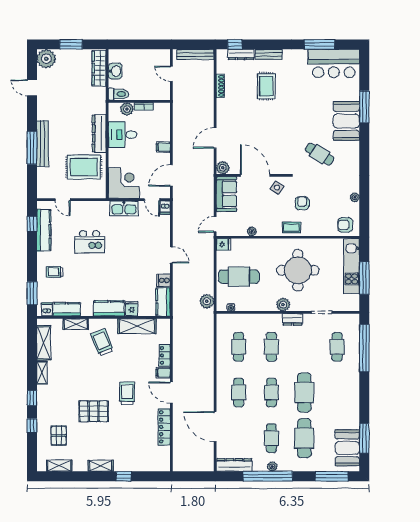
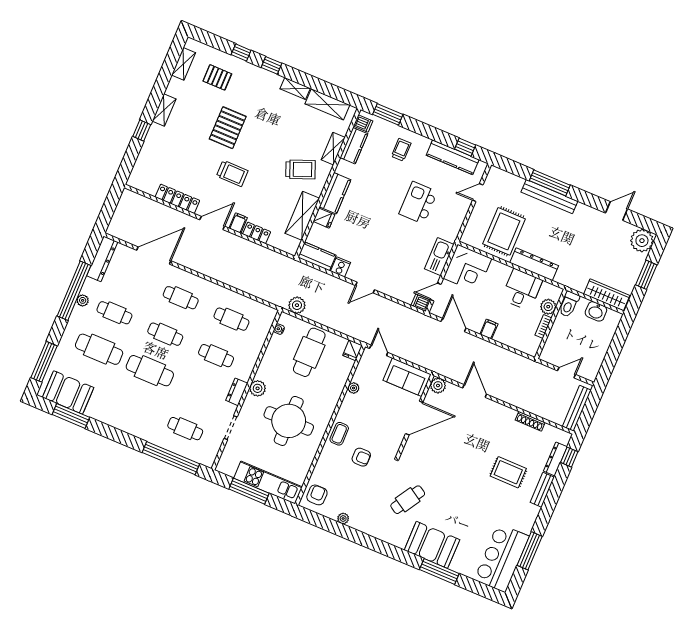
side table: (277, 187) -> (391, 437), removed

